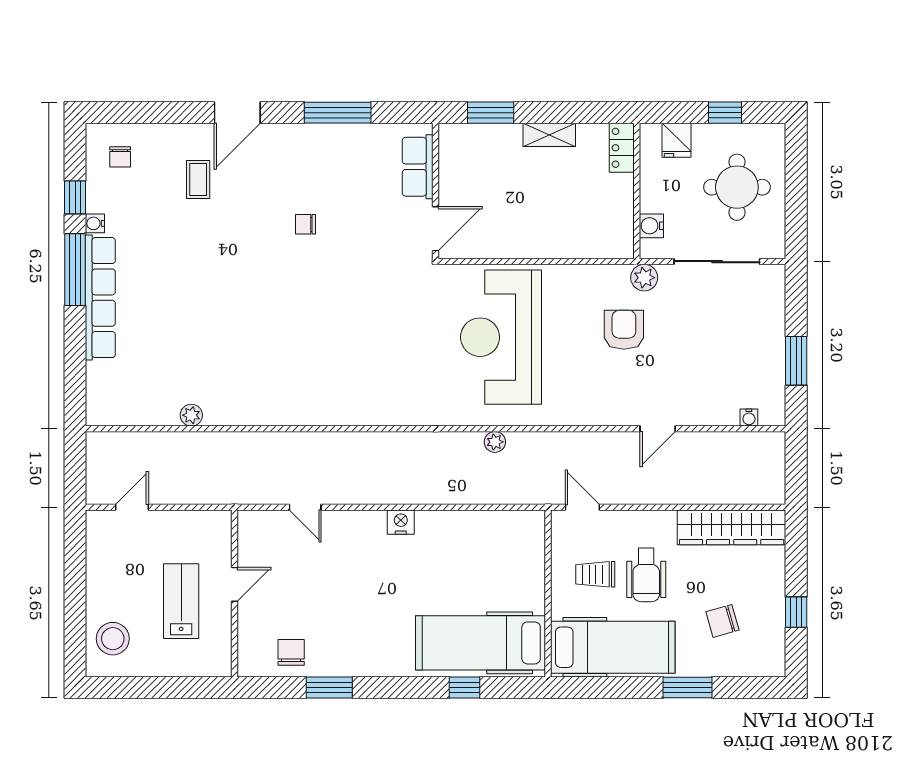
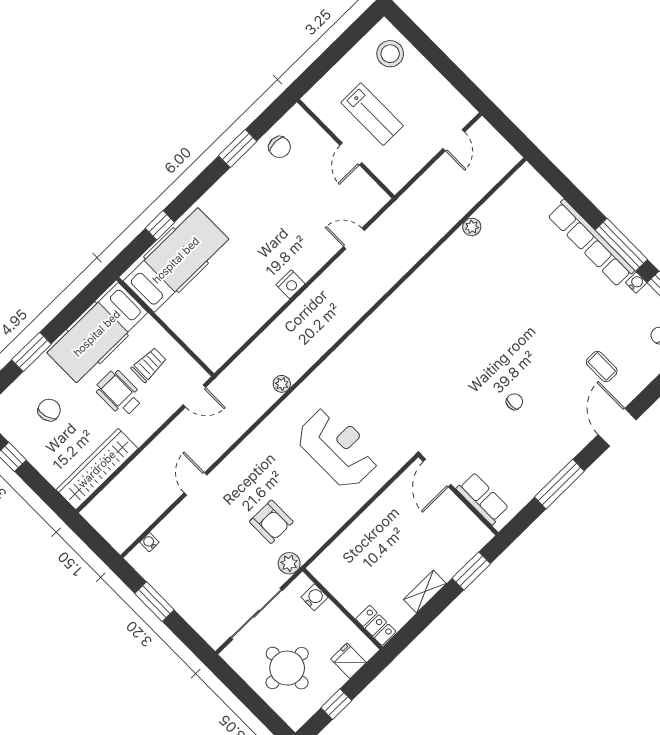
reception desk: (501, 337) -> (338, 448), width x0.74, depth x0.77

